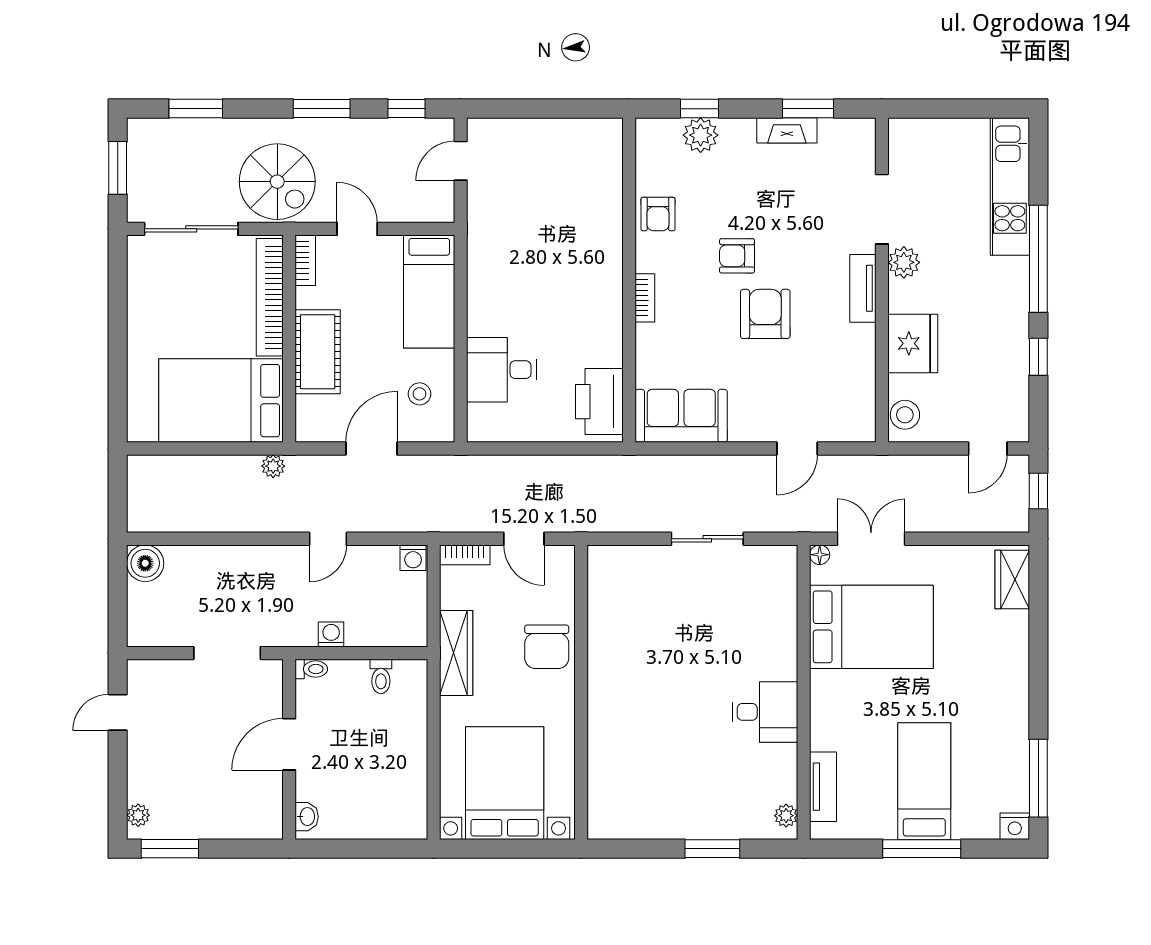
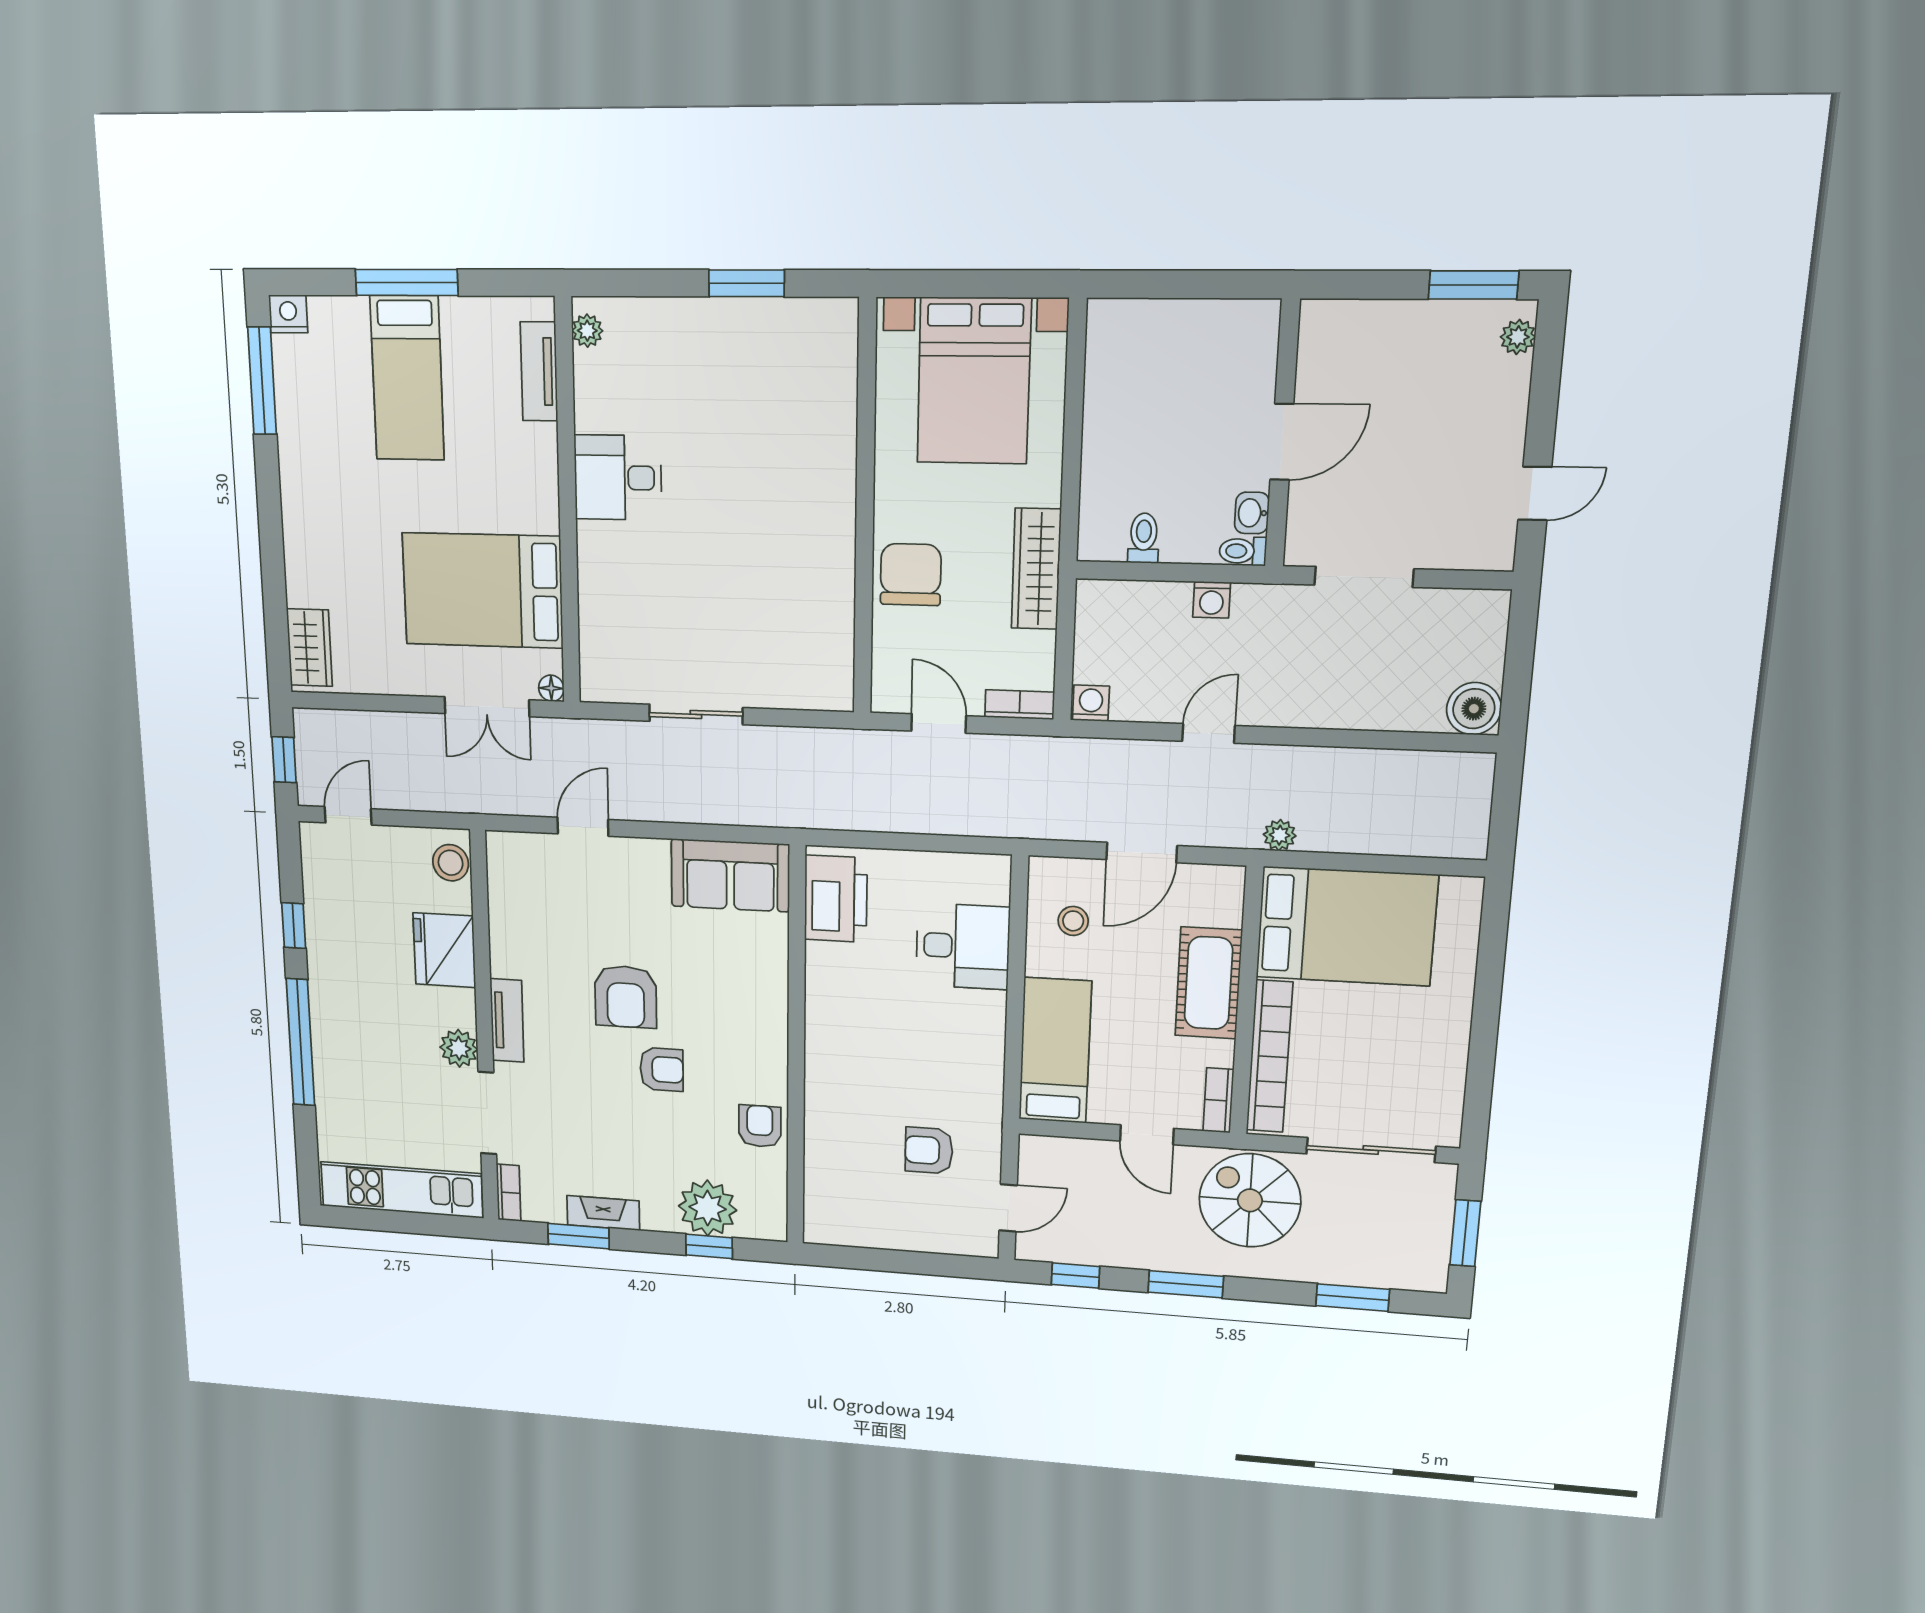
plant: (701, 135) -> (708, 1208), width x1.36, depth x1.36
kitchen unit: (1010, 186) -> (402, 1190), moved, turned -90
armchair: (524, 204) -> (929, 1150), added
bookcase: (645, 298) -> (508, 1193), moved, turned 180
washbasin: (307, 817) -> (1252, 513), moved
window: (712, 849) -> (747, 283), moved

